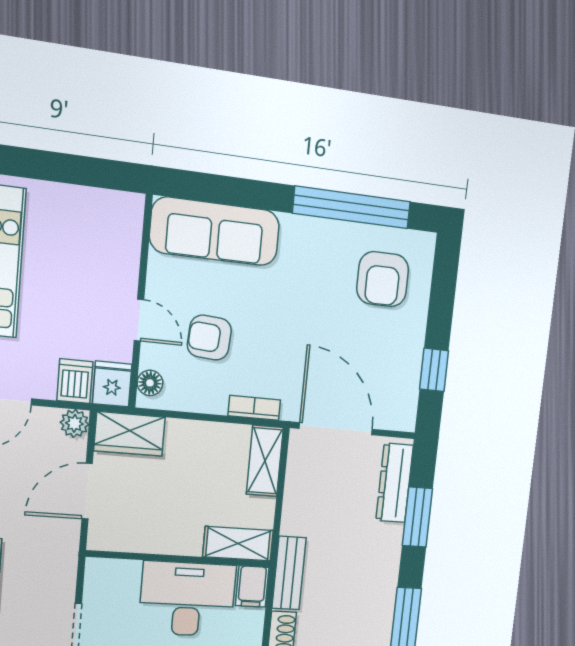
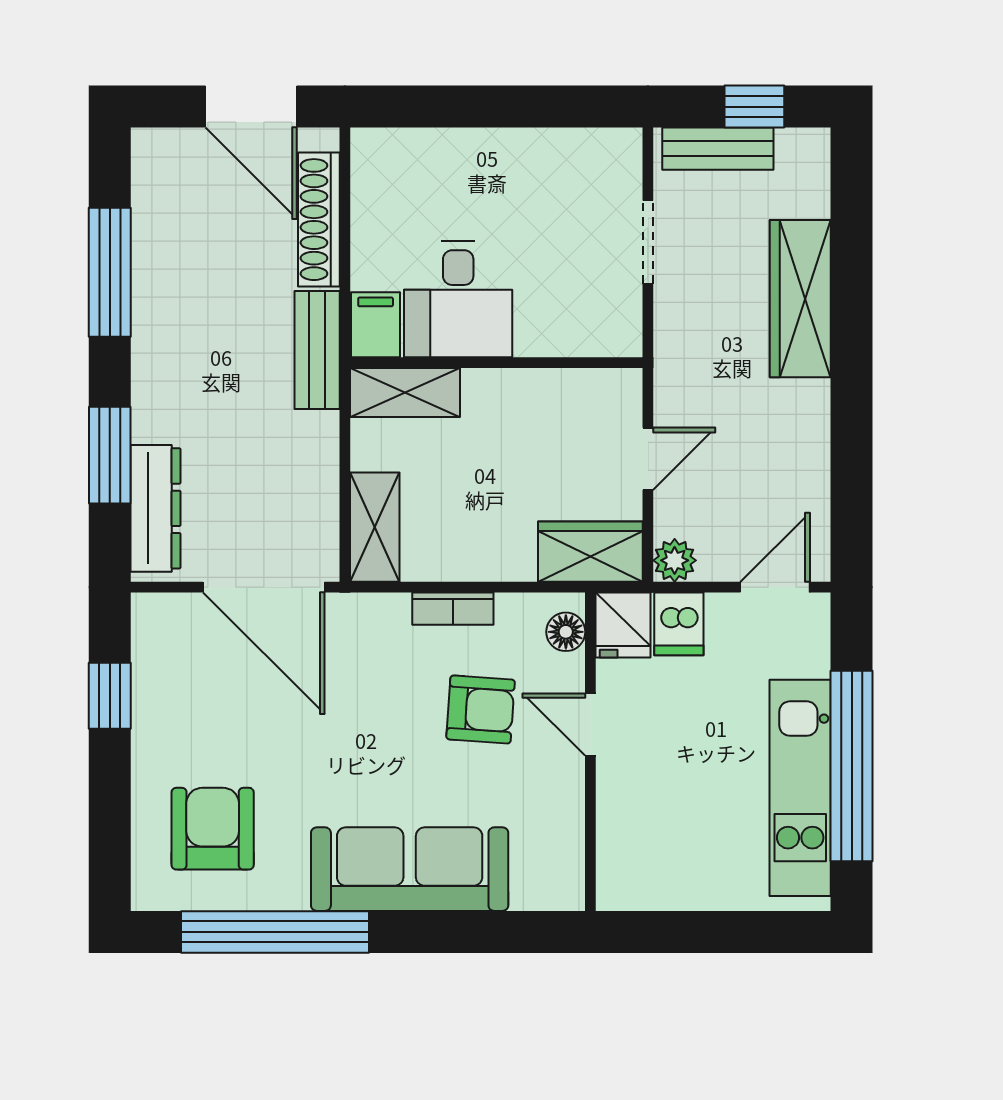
sofa: (215, 231) -> (410, 869), moved
bookcase: (254, 408) -> (453, 609), moved
door: (87, 491) -> (648, 459), width x0.73
desk: (187, 599) -> (458, 299), width x0.73

